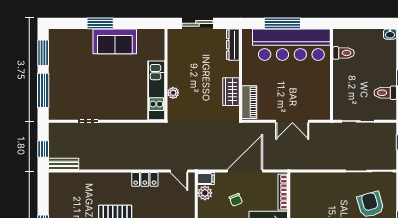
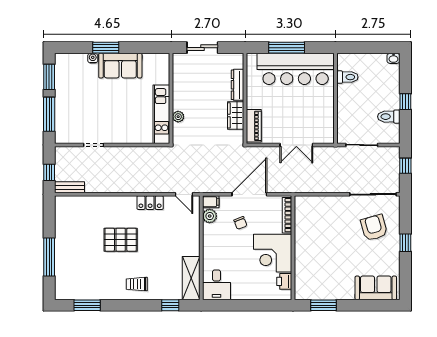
water cooler: (87, 34) -> (93, 58), added
dresser: (233, 45) -> (238, 85), moved

